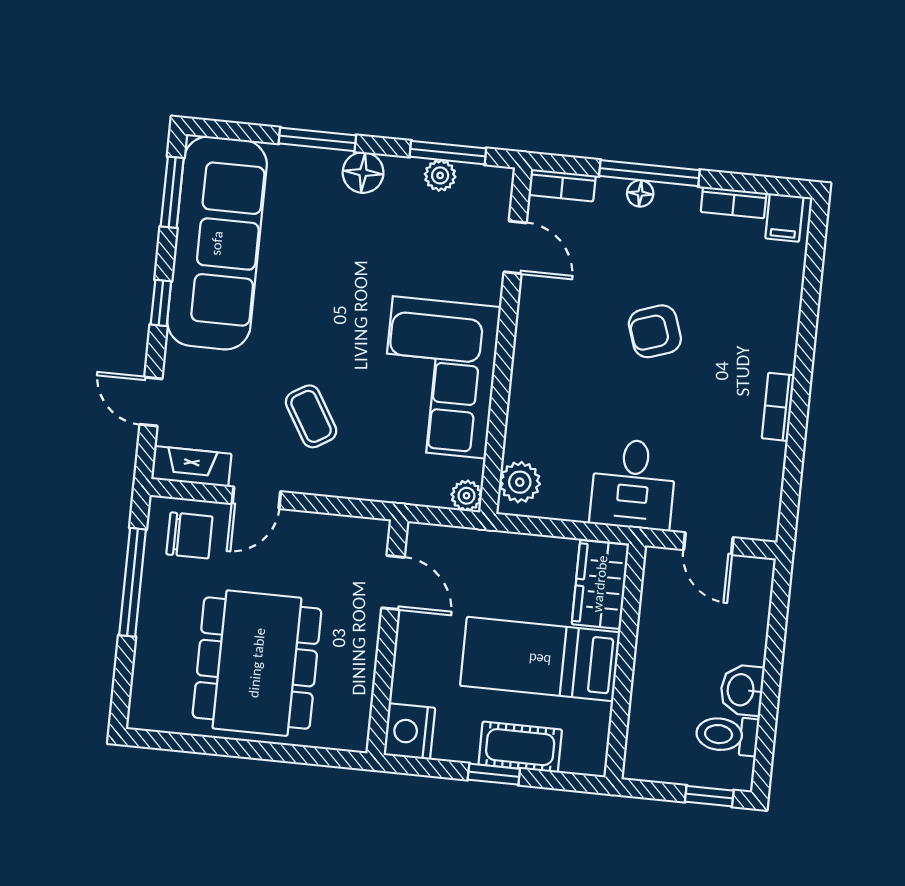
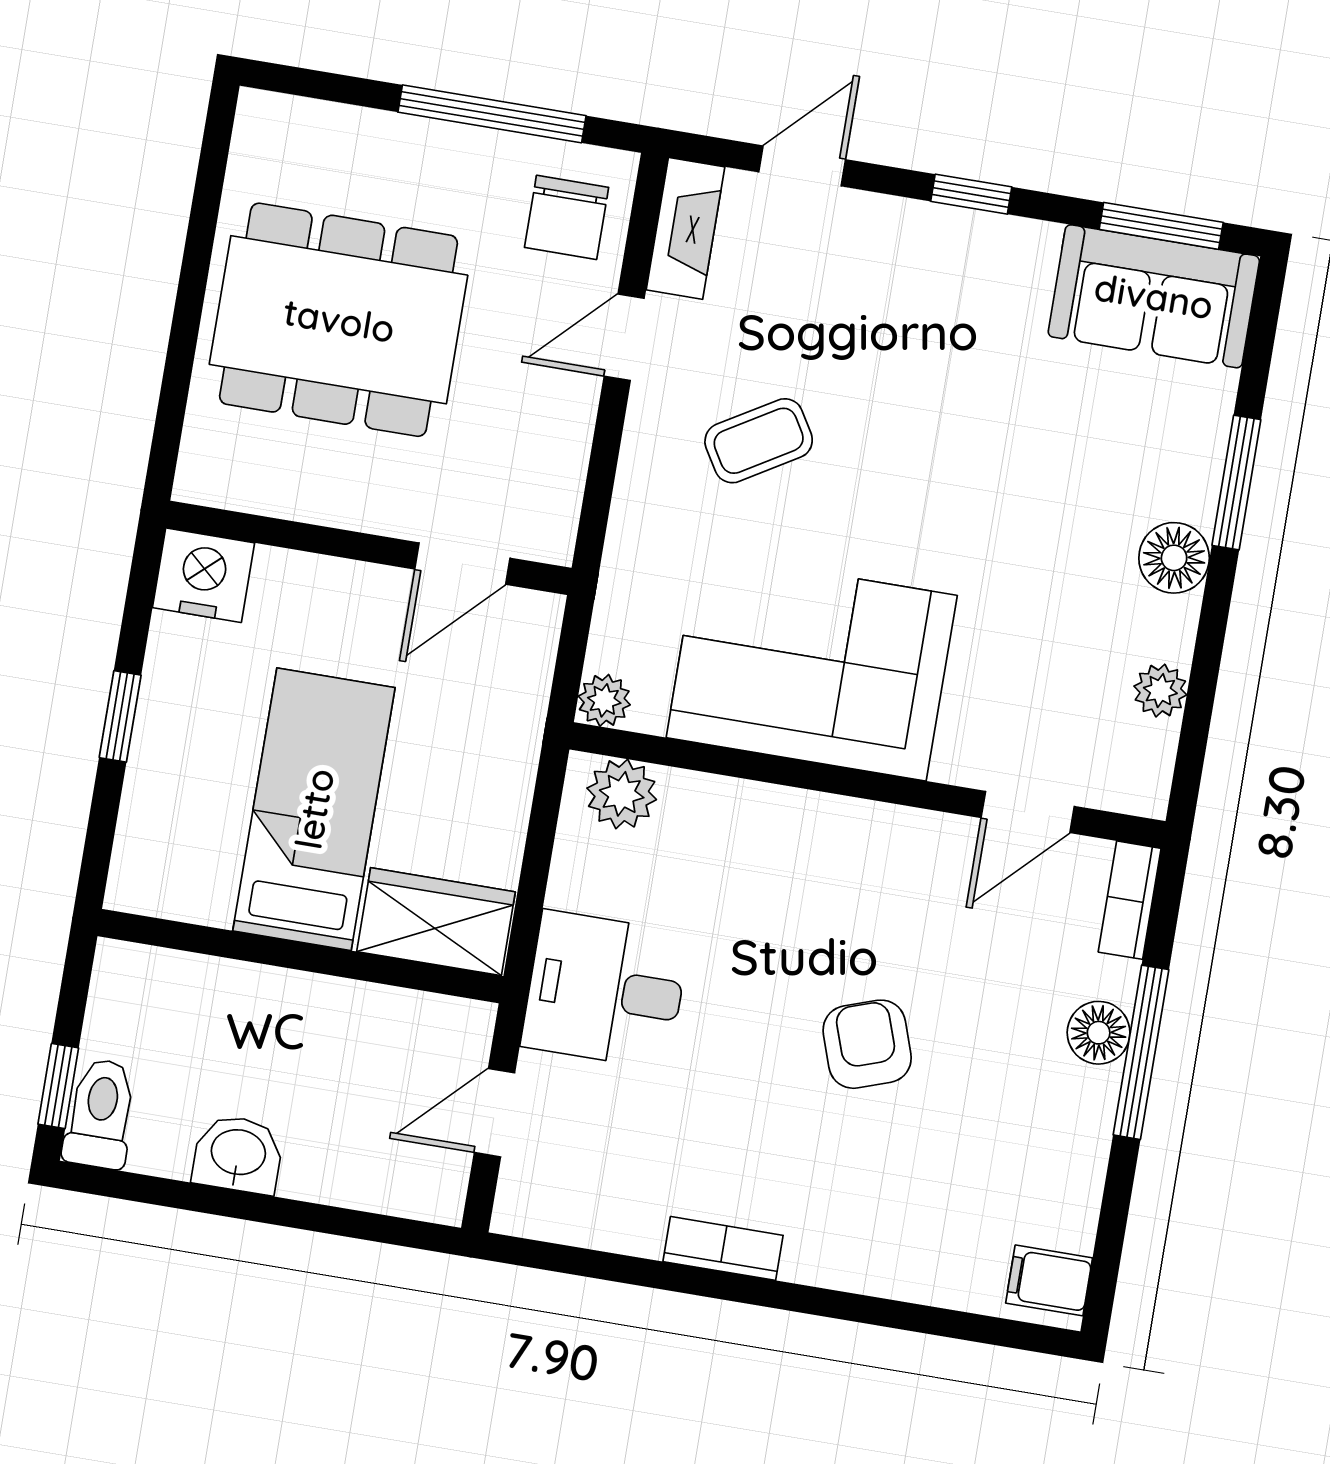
window: (448, 153) -> (1199, 707), removed
floor lamp: (640, 193) -> (1099, 1033), width x1.37, depth x1.37
bookcase: (734, 202) -> (1081, 1194), removed
sofa: (217, 243) -> (1154, 296), width x0.54, depth x0.79
door: (256, 498) -> (624, 337), hinge flipped
toilet: (727, 735) -> (100, 1114), moved
cot: (520, 747) -> (164, 765), removed

